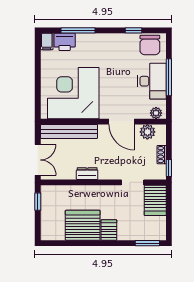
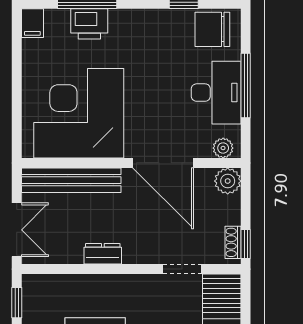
printer: (65, 42) -> (89, 24), moved
chair: (150, 45) -> (212, 29), turned 90
door: (122, 122) -> (163, 163), width x1.36
plant: (147, 132) -> (228, 181), moved
shoe rack: (162, 155) -> (233, 242), moved

